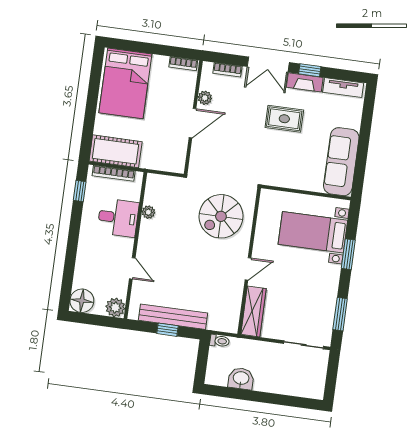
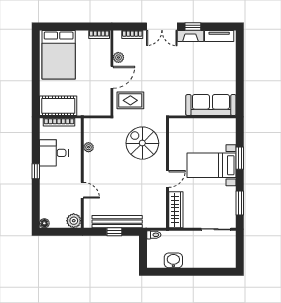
rug: (284, 119) -> (130, 100), moved
sofa: (341, 162) -> (211, 105), moved, turned 90
window: (80, 191) -> (36, 171), moved
spiral stairs: (221, 216) -> (142, 143), turned 90
desk: (118, 218) -> (54, 153), moved, turned 180
bed with nightstands: (313, 232) -> (211, 165), moved
floor lamp: (82, 301) -> (44, 223), width x0.53, depth x0.53

